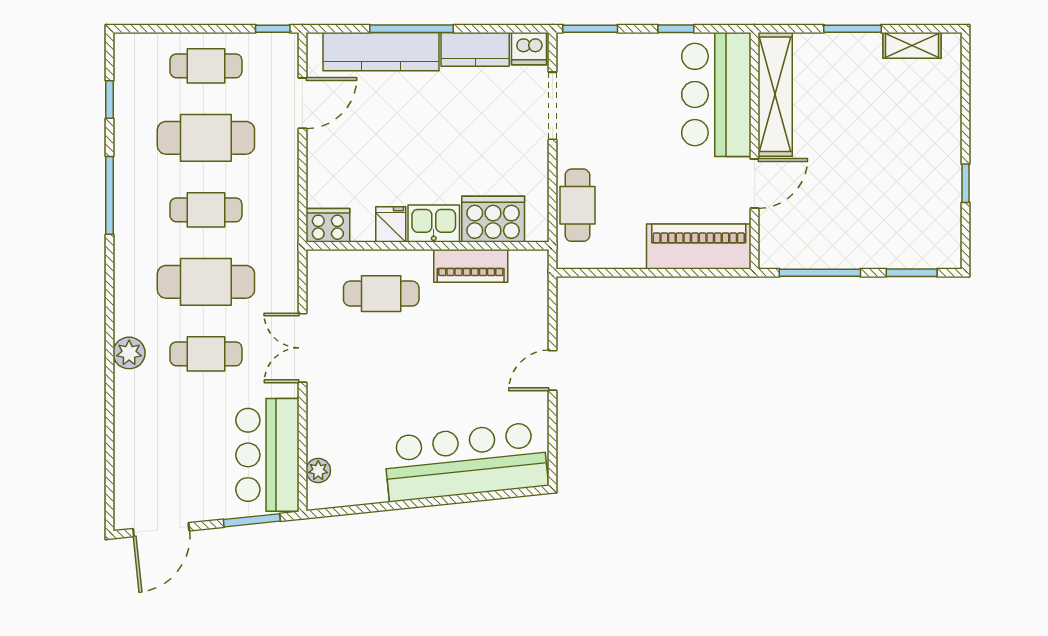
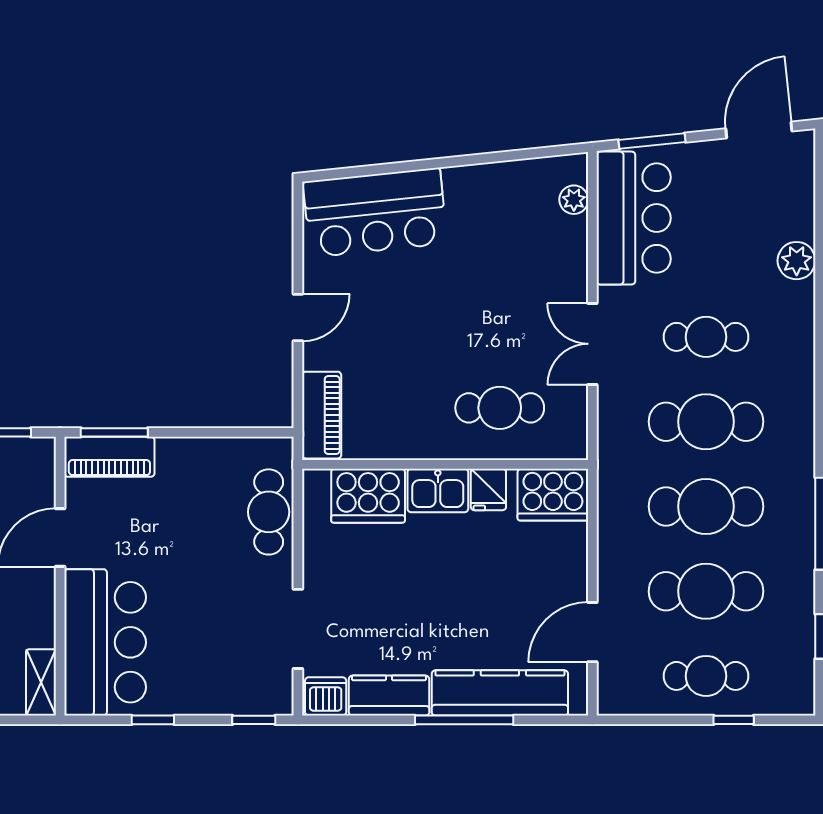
window: (273, 29) -> (734, 720), moved
window: (590, 29) -> (254, 720), width x0.67
shelving: (775, 94) -> (41, 682), width x0.45, depth x0.75
cafe table: (206, 210) -> (706, 506), width x1.37, depth x1.35
cooker: (328, 225) -> (553, 495), width x1.37, depth x1.31
piano: (699, 247) -> (109, 457), width x0.73, depth x0.75
piano: (471, 266) -> (322, 415), moved, turned 90
window: (709, 273) -> (114, 432), added
double door: (302, 348) -> (592, 344), swing flipped
plant: (129, 353) -> (797, 261), moved
bar counter: (466, 462) -> (375, 213), width x0.73

